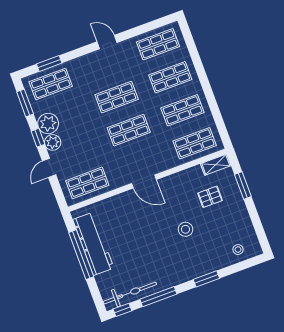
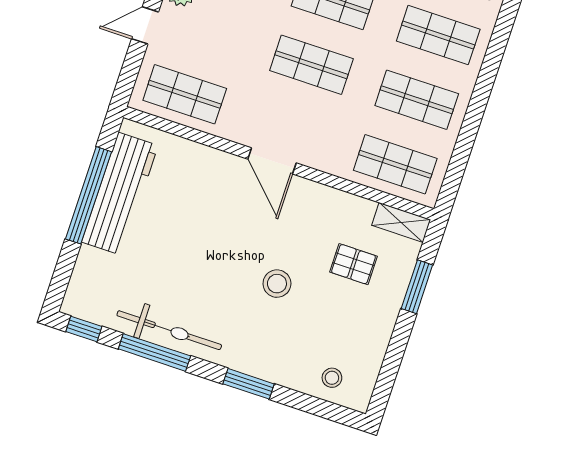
bicycle: (130, 293) -> (169, 330), moved

